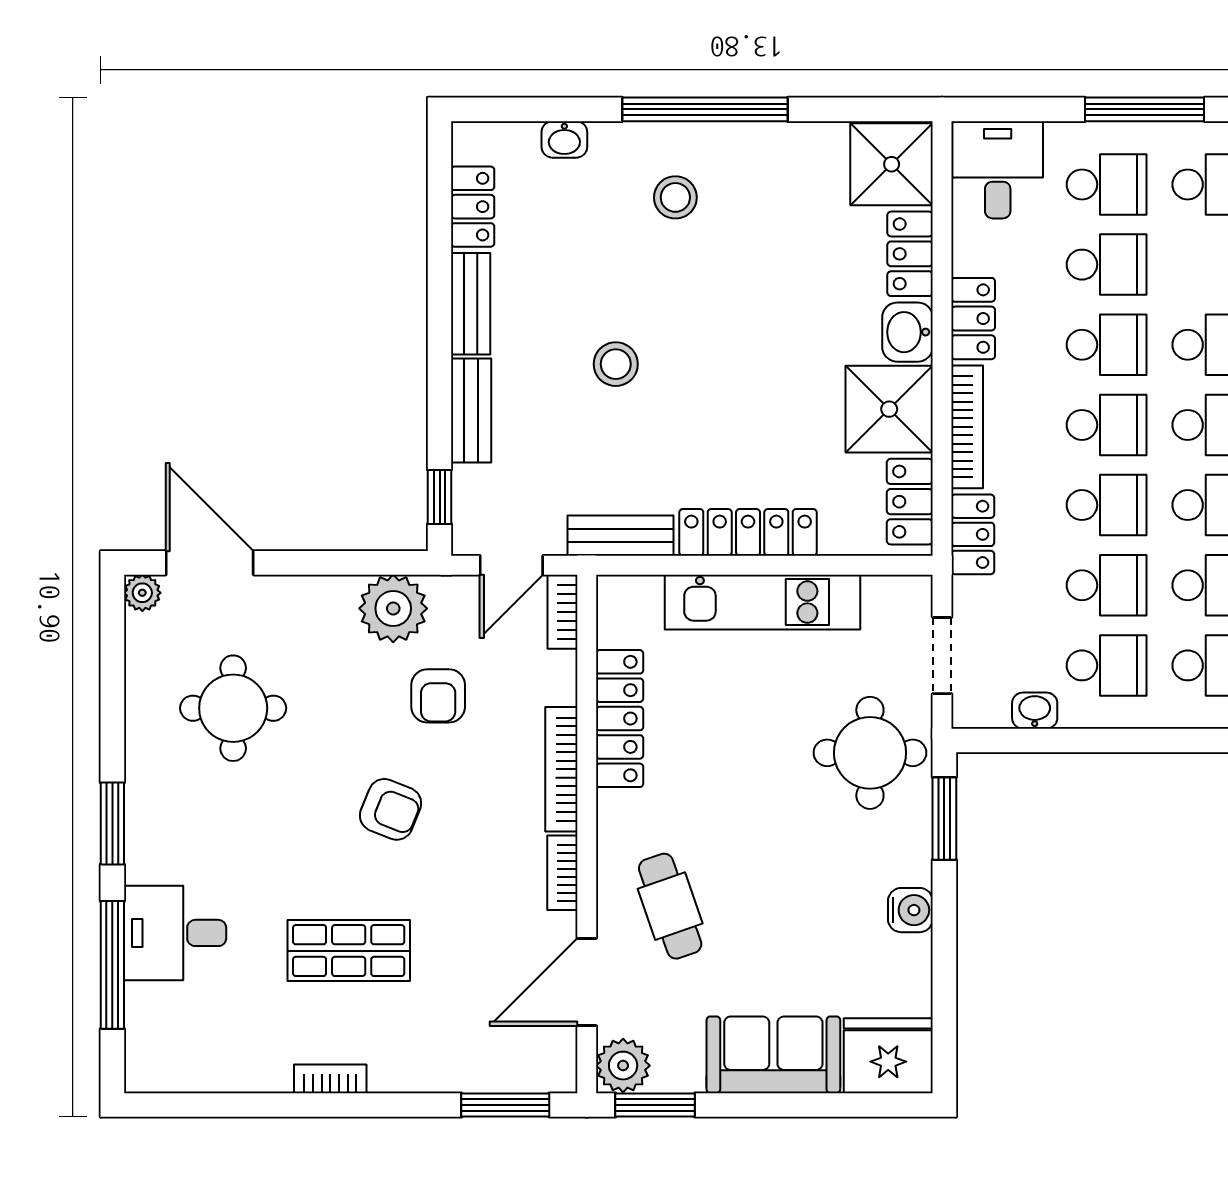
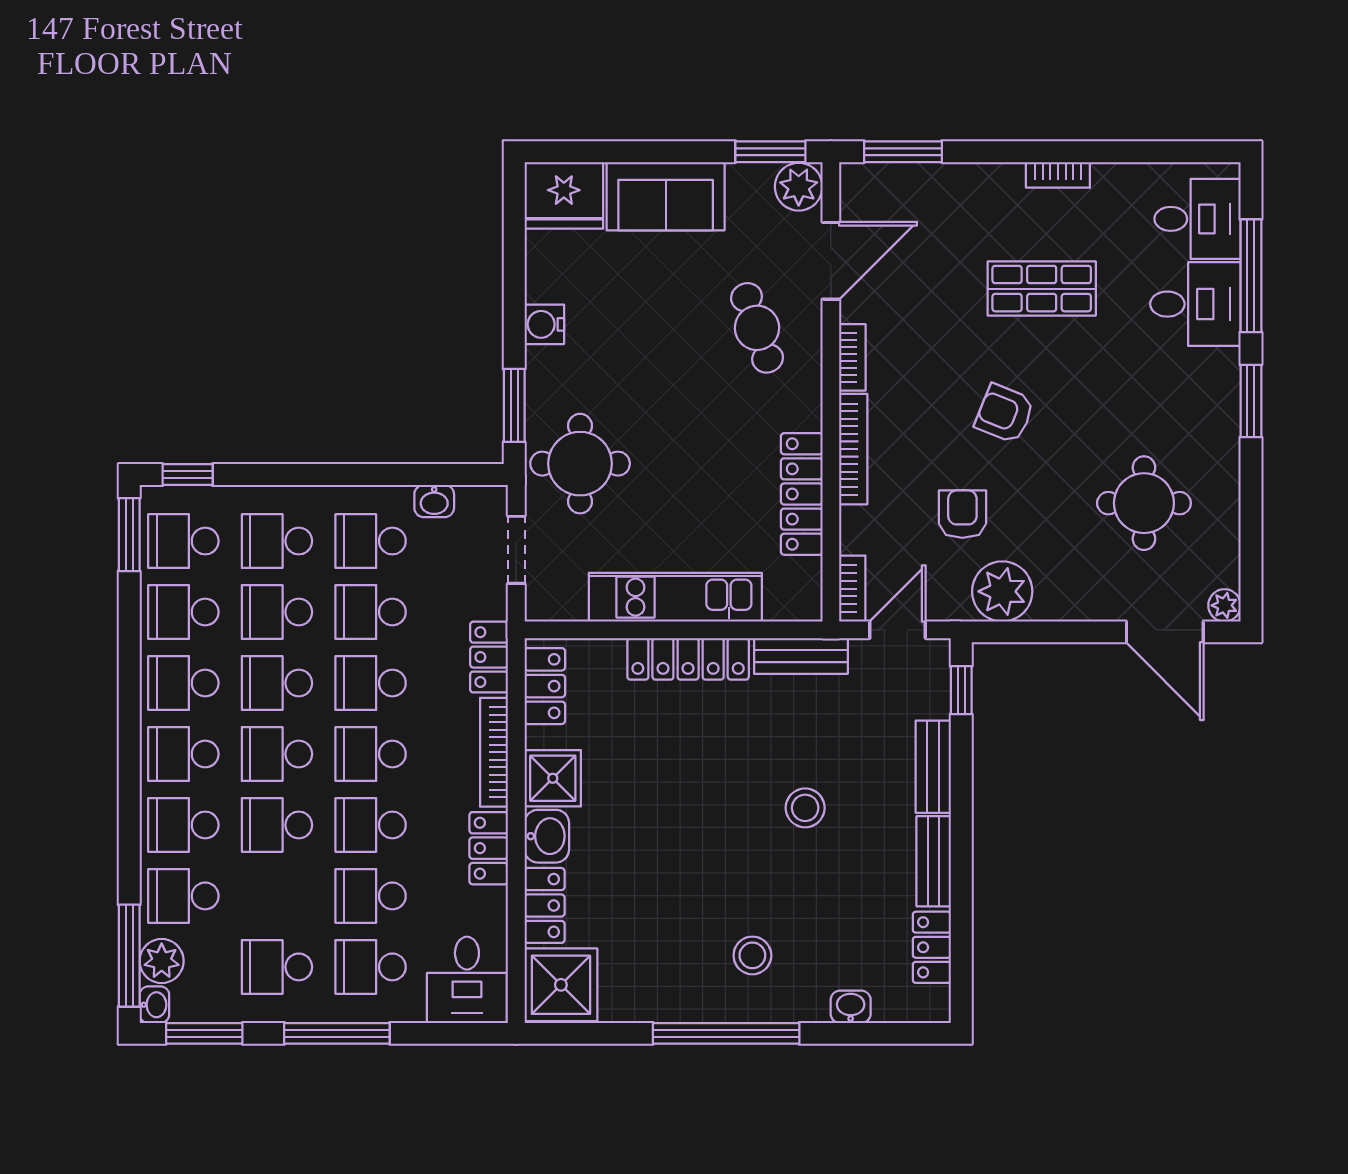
shower: (889, 409) -> (553, 778), width x0.73, depth x0.73
desk: (173, 1029) -> (1197, 219), added

